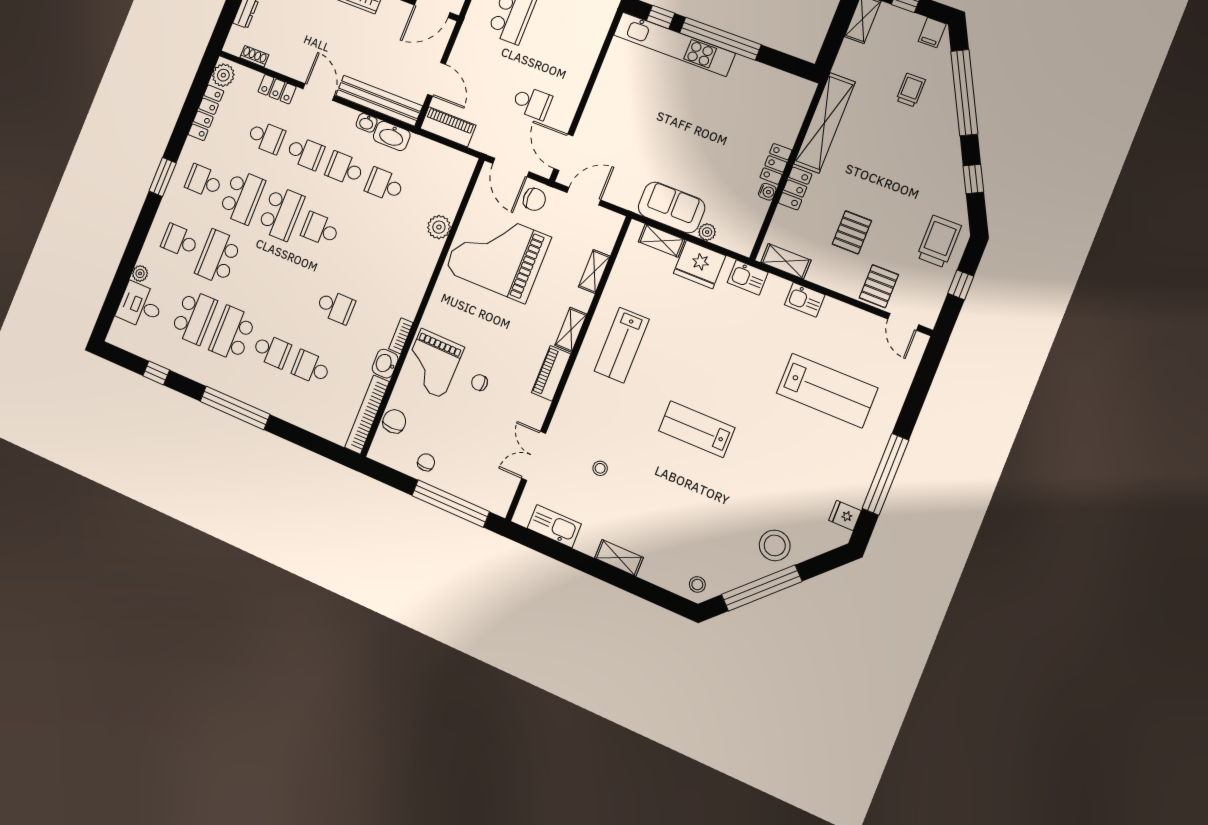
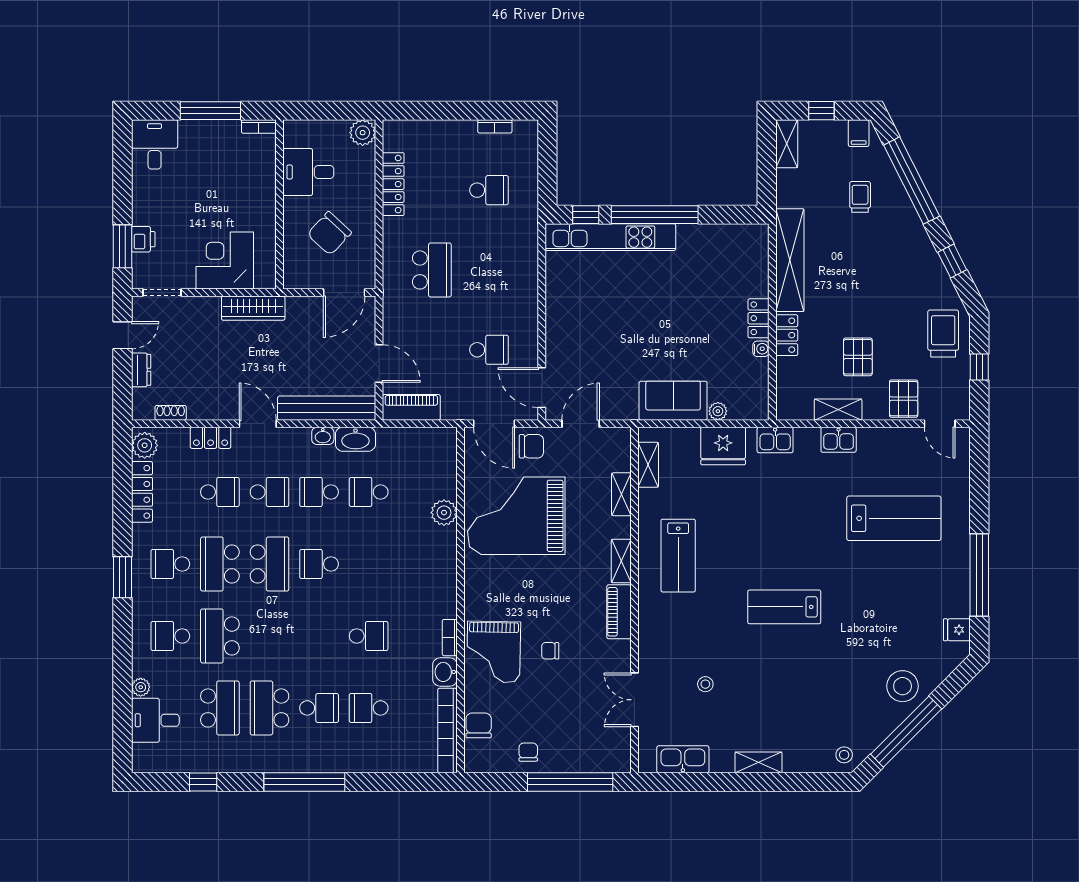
school desk: (242, 197) -> (220, 564), turned 180
shelving: (662, 241) -> (648, 465), moved, turned 90
shelving: (786, 261) -> (838, 410), moved

